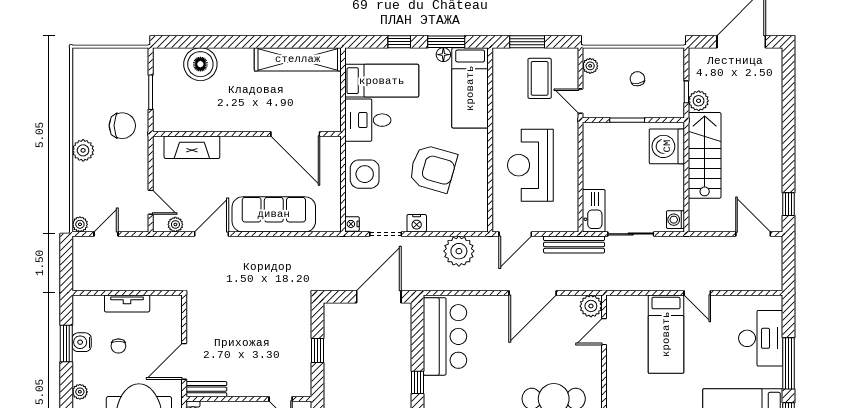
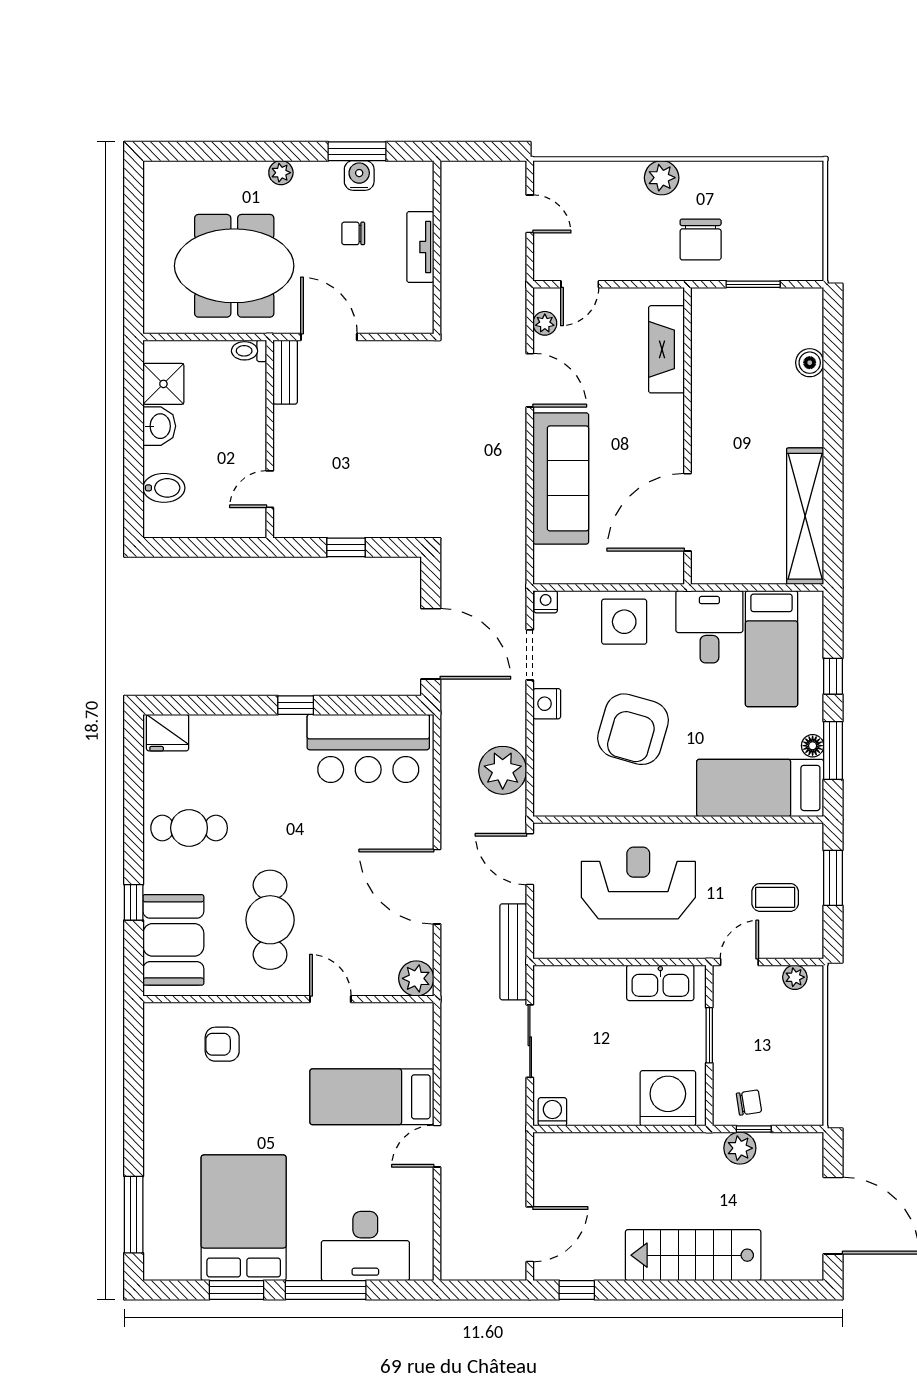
boiler: (200, 64) -> (810, 363), width x0.54, depth x0.54
coffee table: (540, 78) -> (775, 897), width x0.73, depth x0.77
chair: (637, 79) -> (749, 1103), moved
stairs: (705, 155) -> (693, 1255), moved, turned 180
kitchen sink: (594, 211) -> (660, 983), moved
plant: (80, 224) -> (545, 173), removed
door: (604, 332) -> (330, 999), moved

